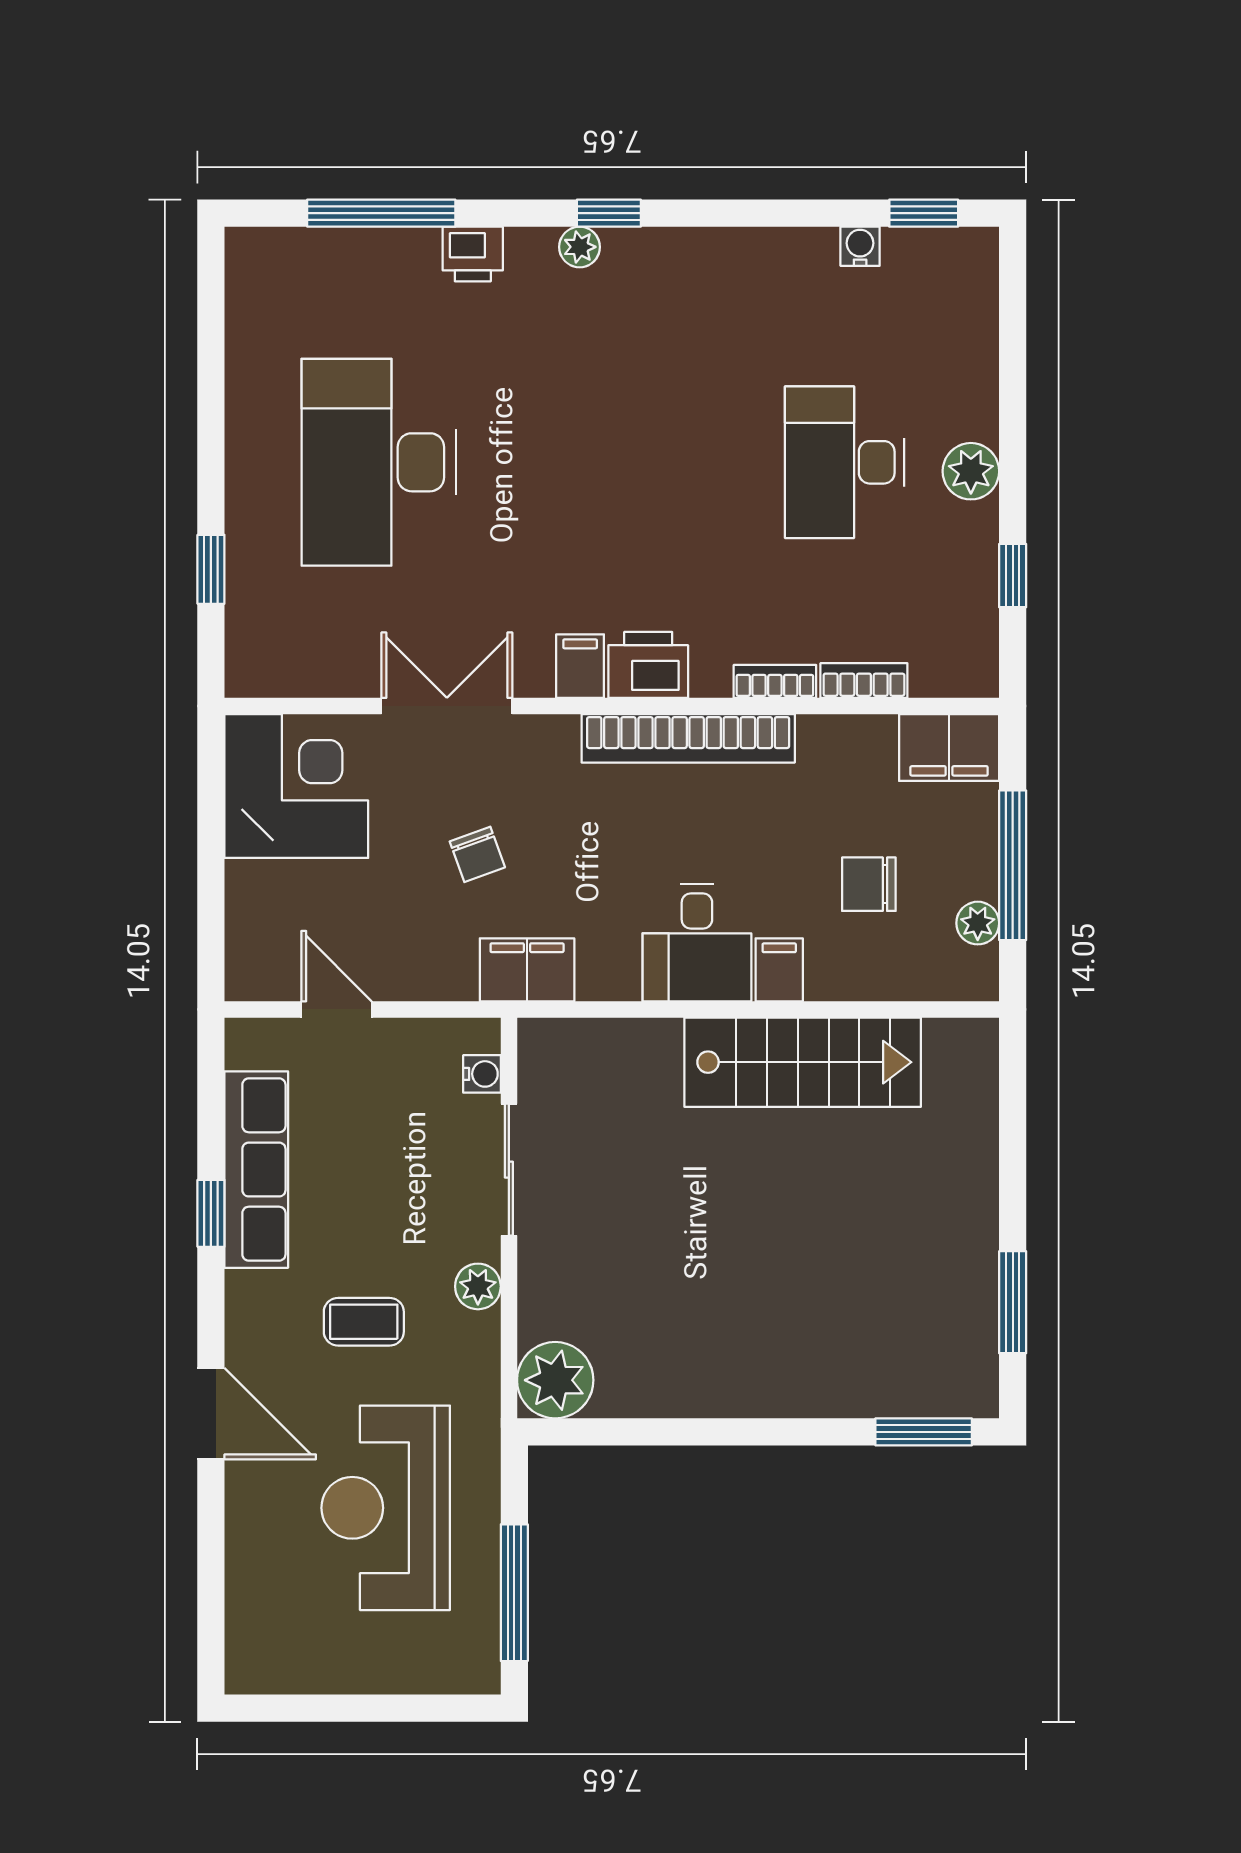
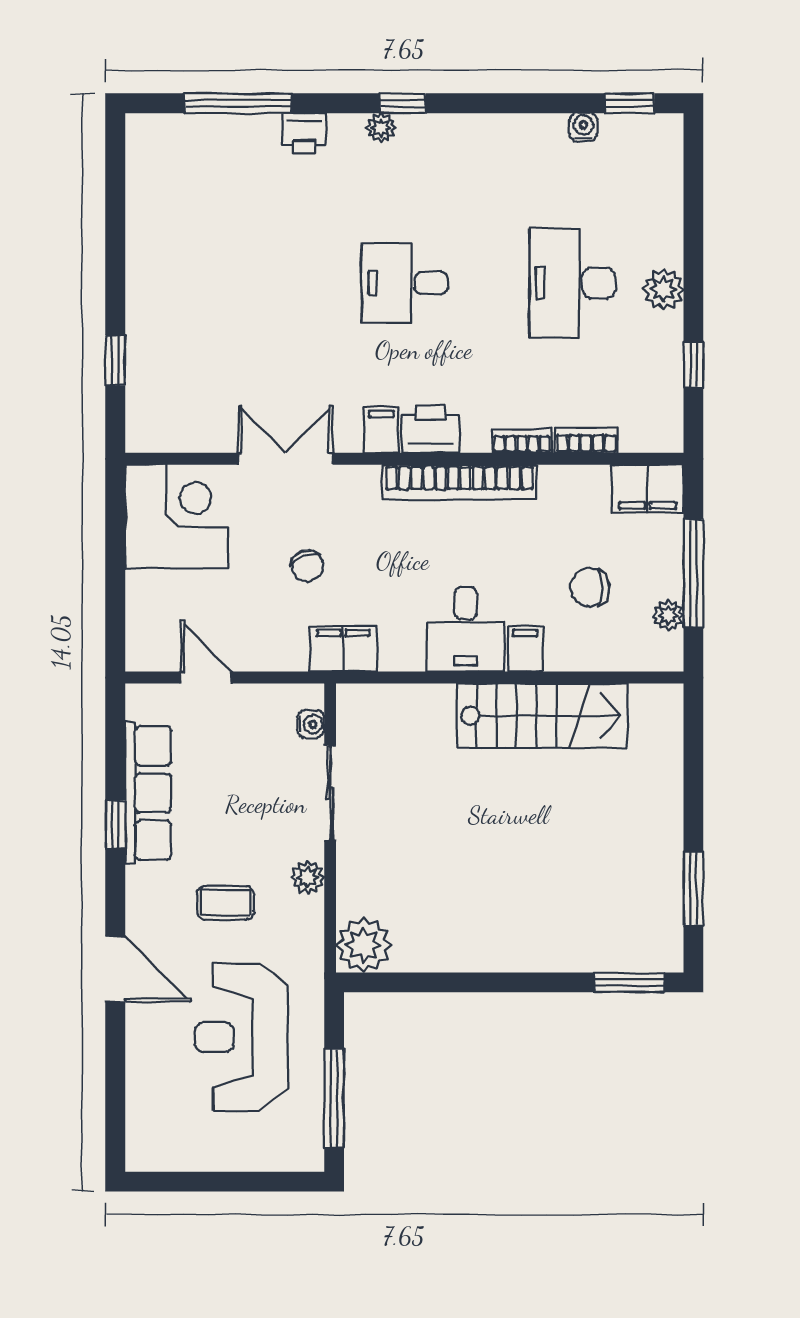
desk: (379, 462) -> (404, 283), moved, width x0.53, depth x0.77

